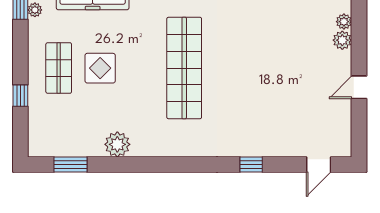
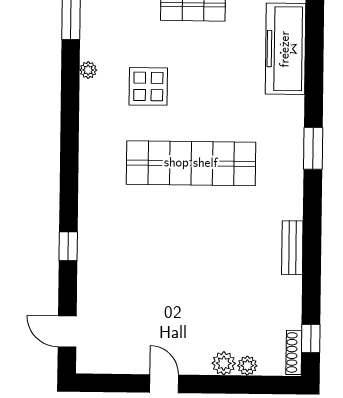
display table: (100, 68) -> (148, 86), moved
plant: (117, 144) -> (88, 70), width x0.53, depth x0.53

